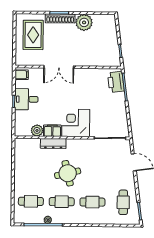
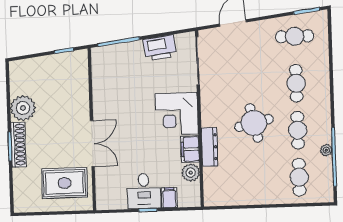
rug: (33, 35) -> (65, 183), moved
filing cabinet: (22, 75) -> (169, 198), moved
printer: (116, 82) -> (160, 48), moved

